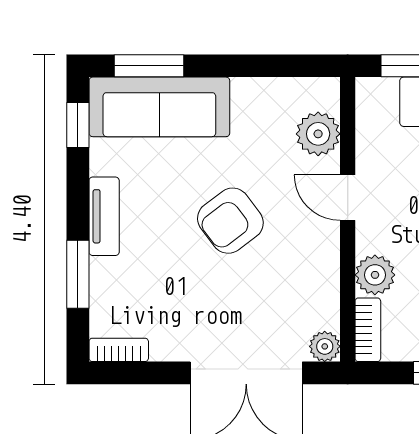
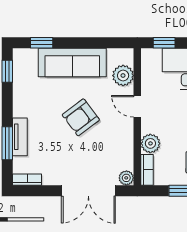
window: (149, 66) -> (42, 43), width x0.67
sofa: (159, 107) -> (72, 63), moved
tv unit: (104, 216) -> (20, 137), moved

